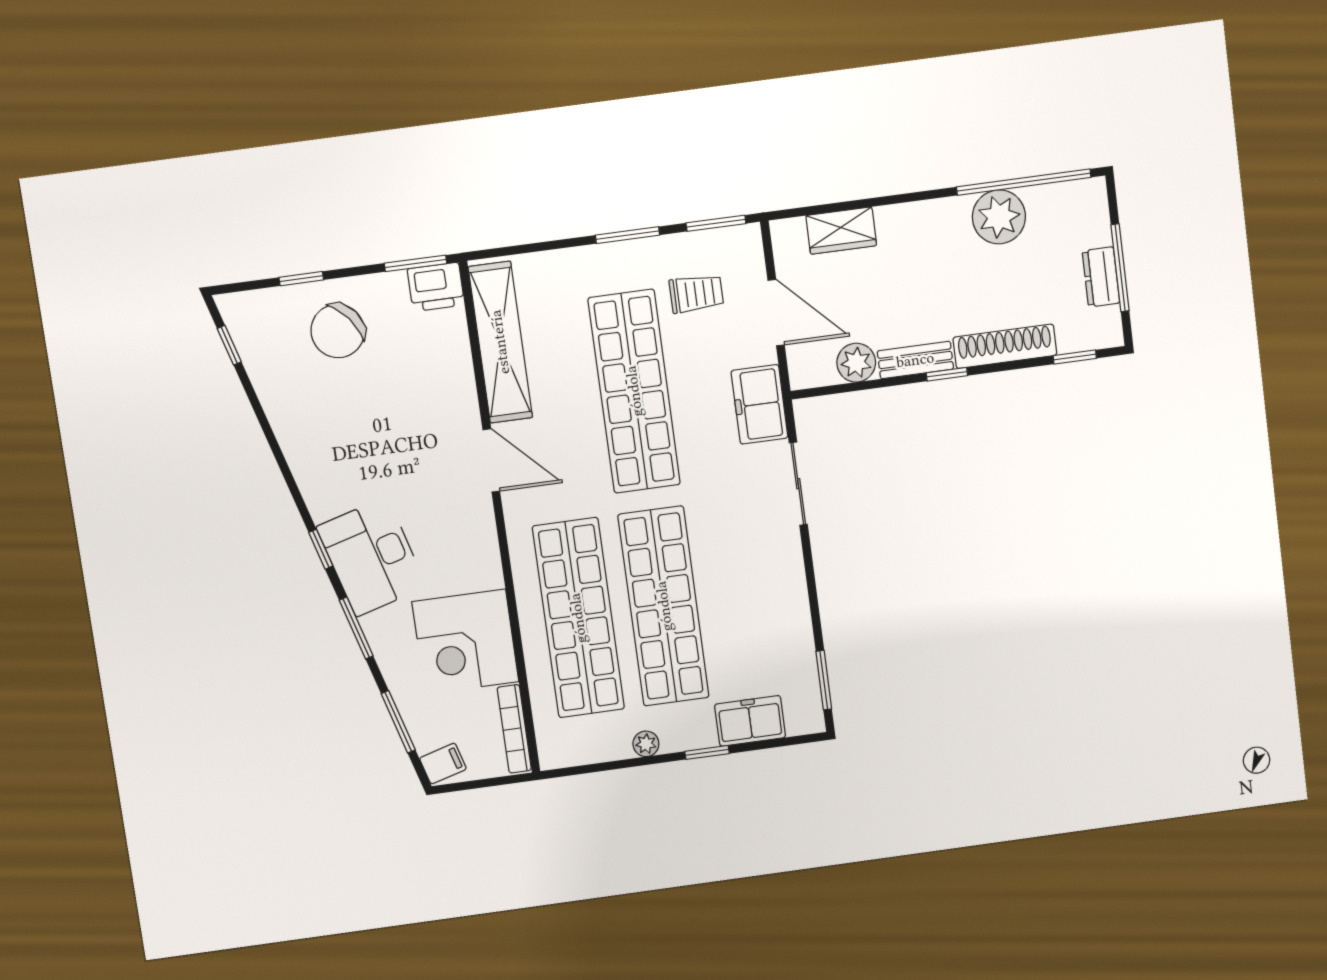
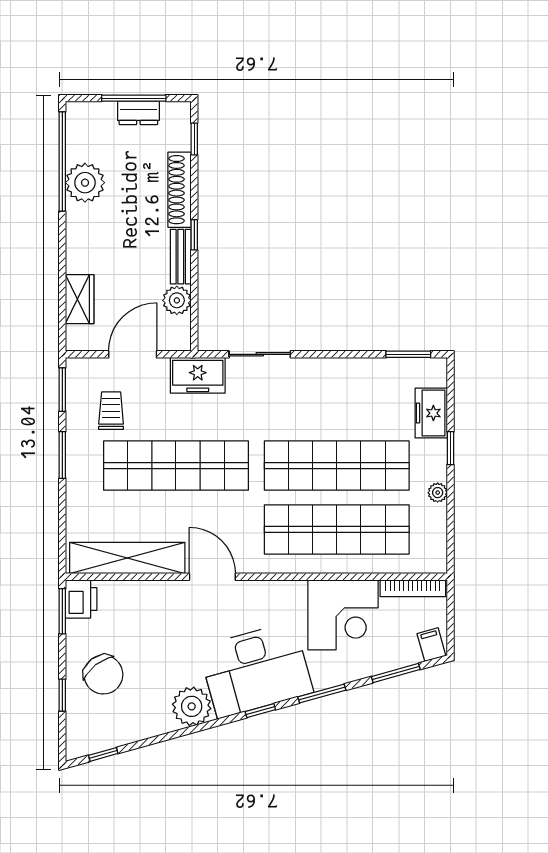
plant: (313, 456) -> (192, 706), added
door: (491, 461) -> (212, 577), hinge flipped
desk: (371, 557) -> (256, 670), width x1.36, depth x1.30

